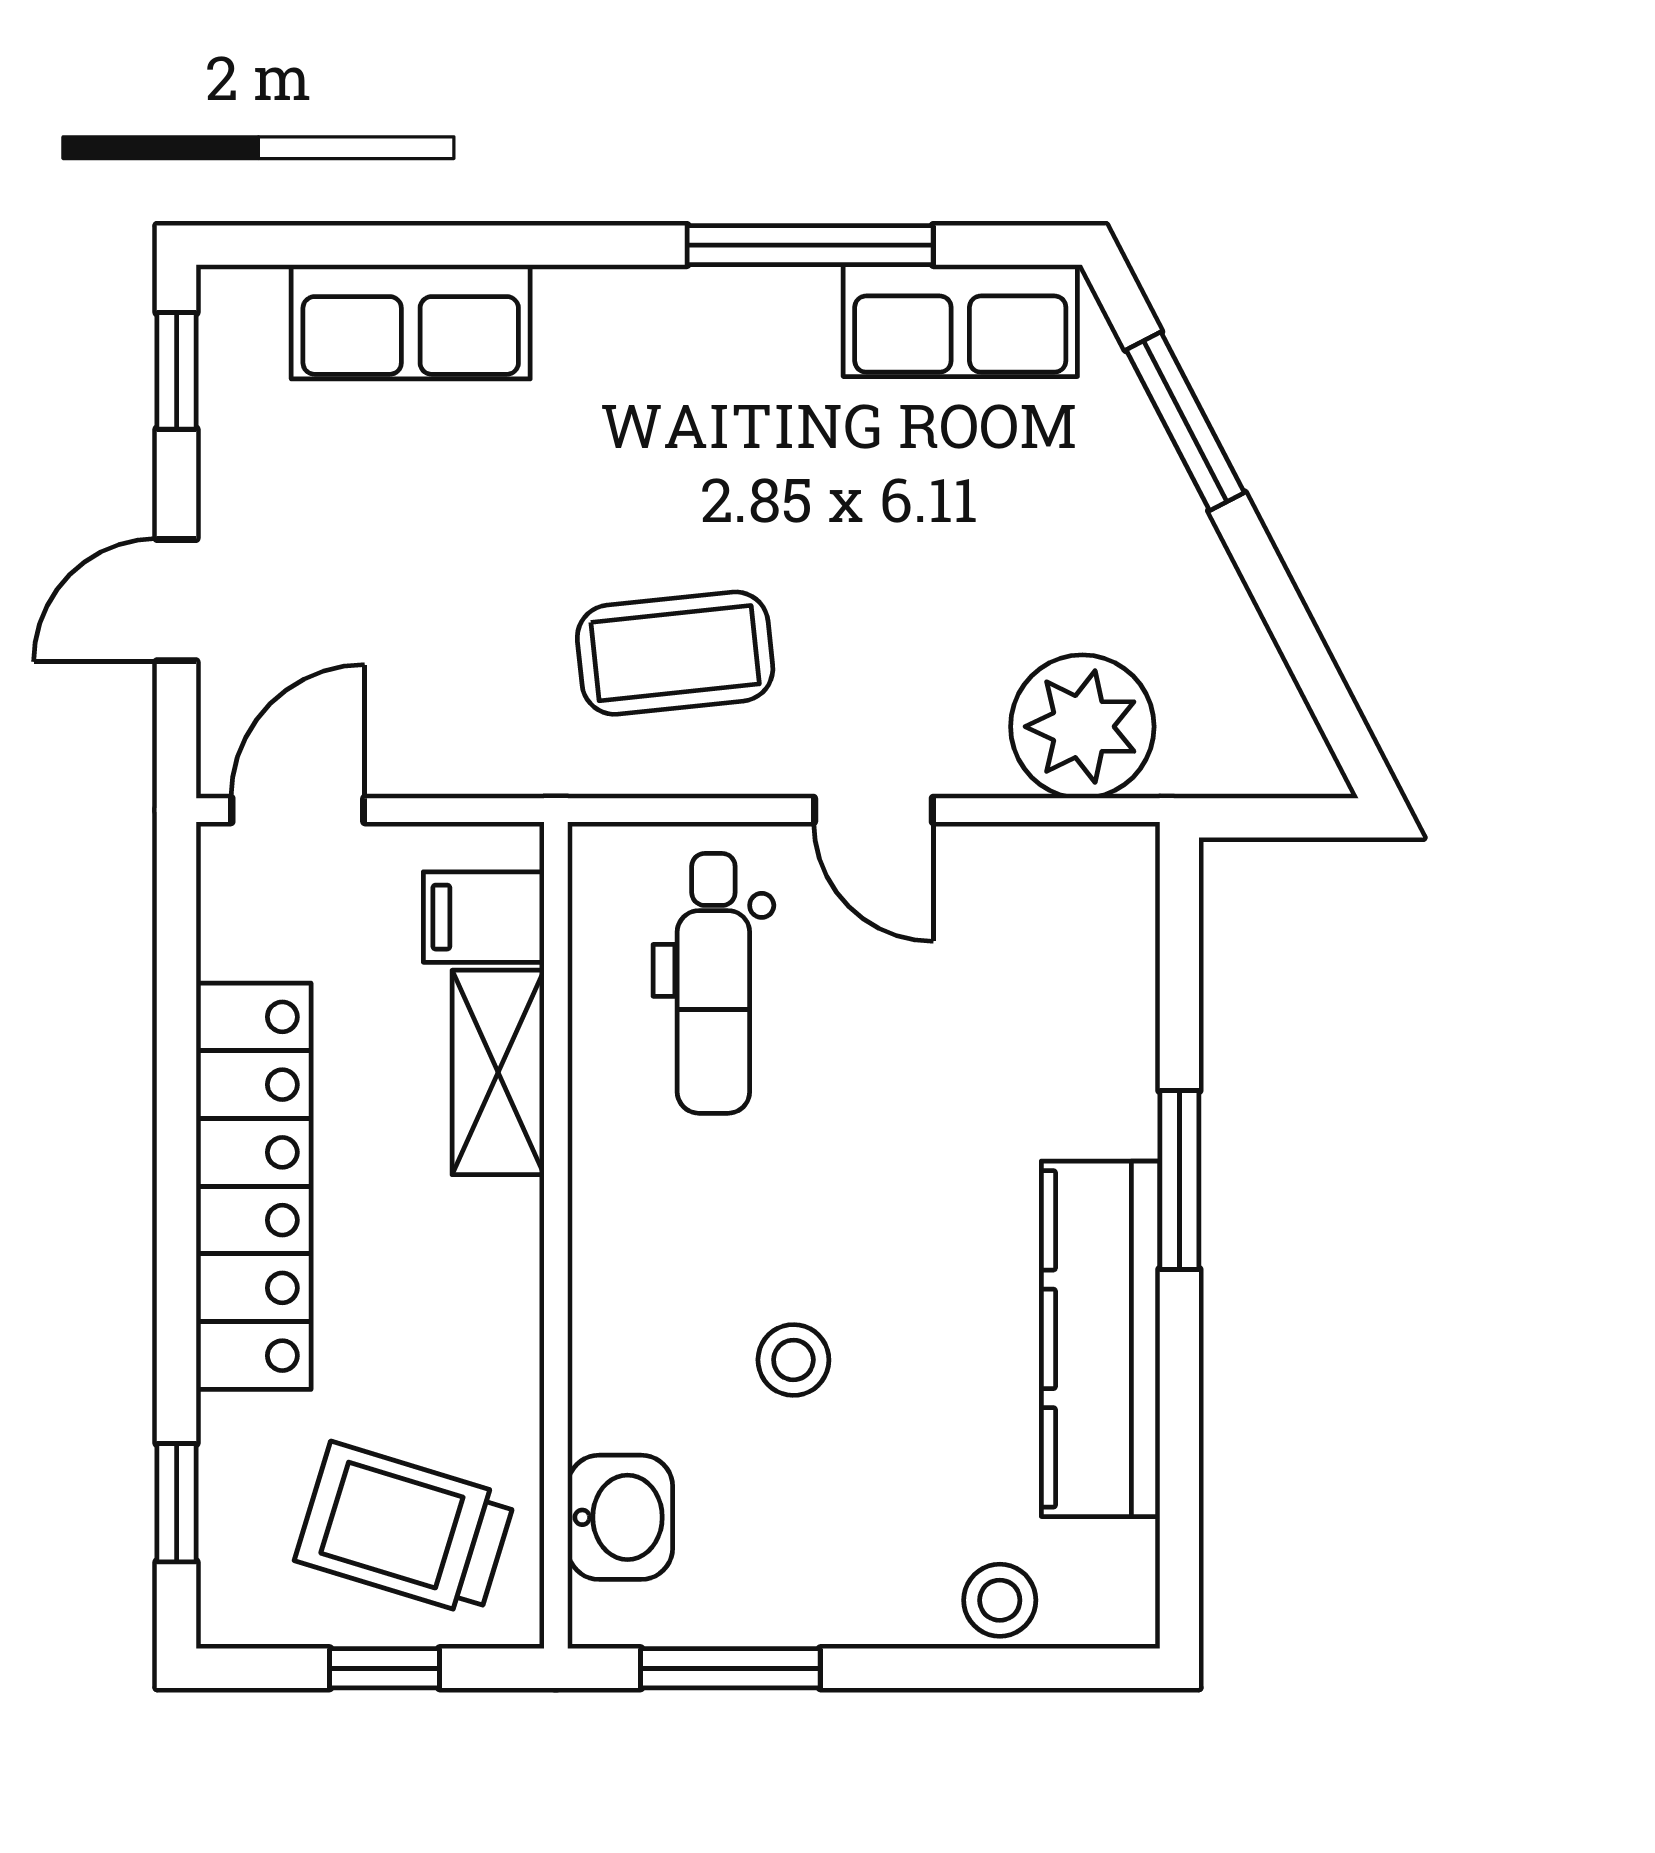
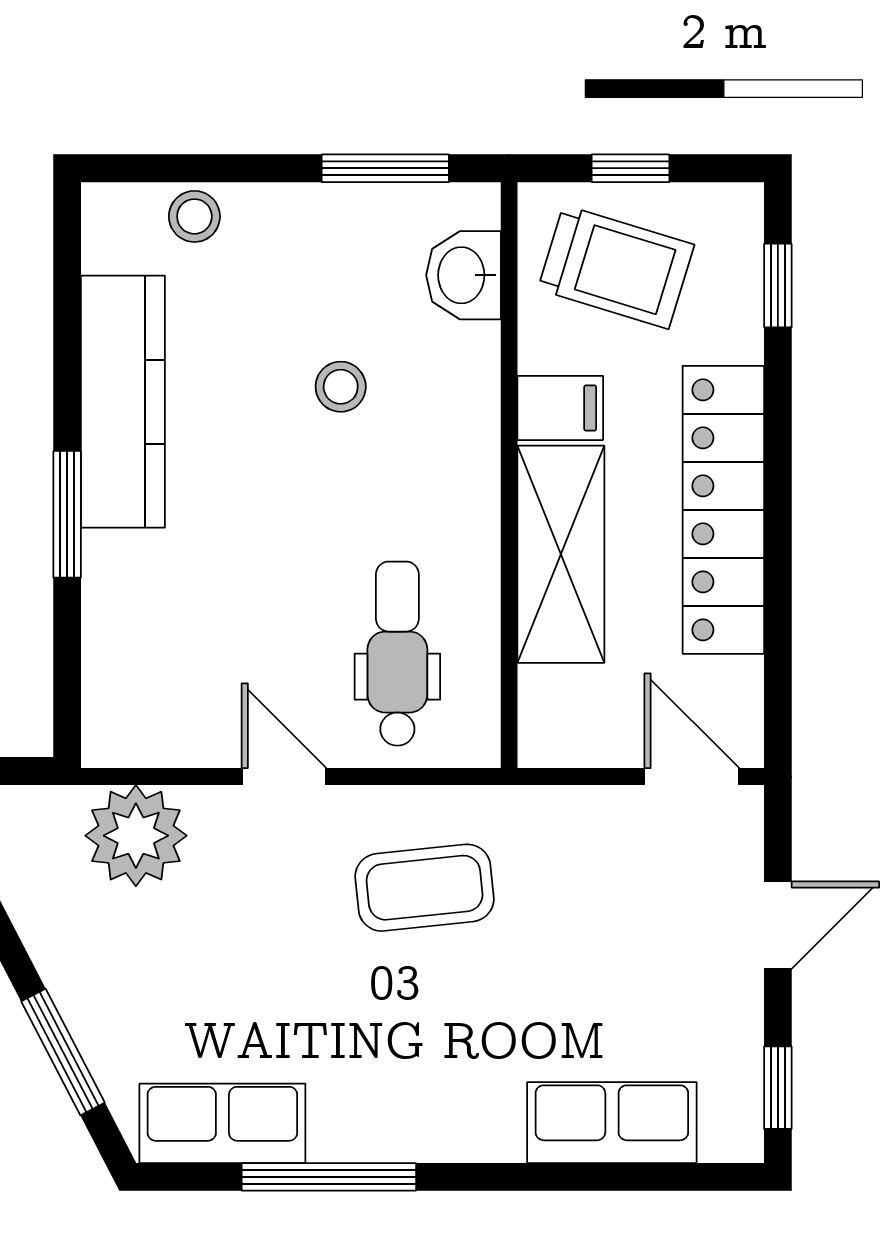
door: (298, 810) -> (692, 776), swing flipped
filing cabinet: (484, 917) -> (560, 408), moved
shelving: (498, 1072) -> (561, 554), width x1.50, depth x1.33

